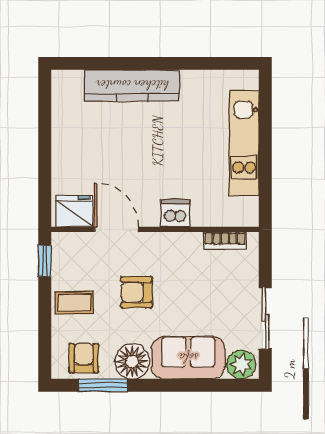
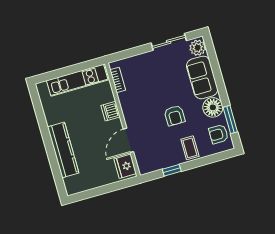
fridge: (74, 211) -> (125, 166), moved
dishwasher: (175, 213) -> (111, 111), moved
door: (117, 229) -> (128, 140), moved
wall: (155, 229) -> (123, 120), moved
bookcase: (225, 240) -> (118, 80), moved

